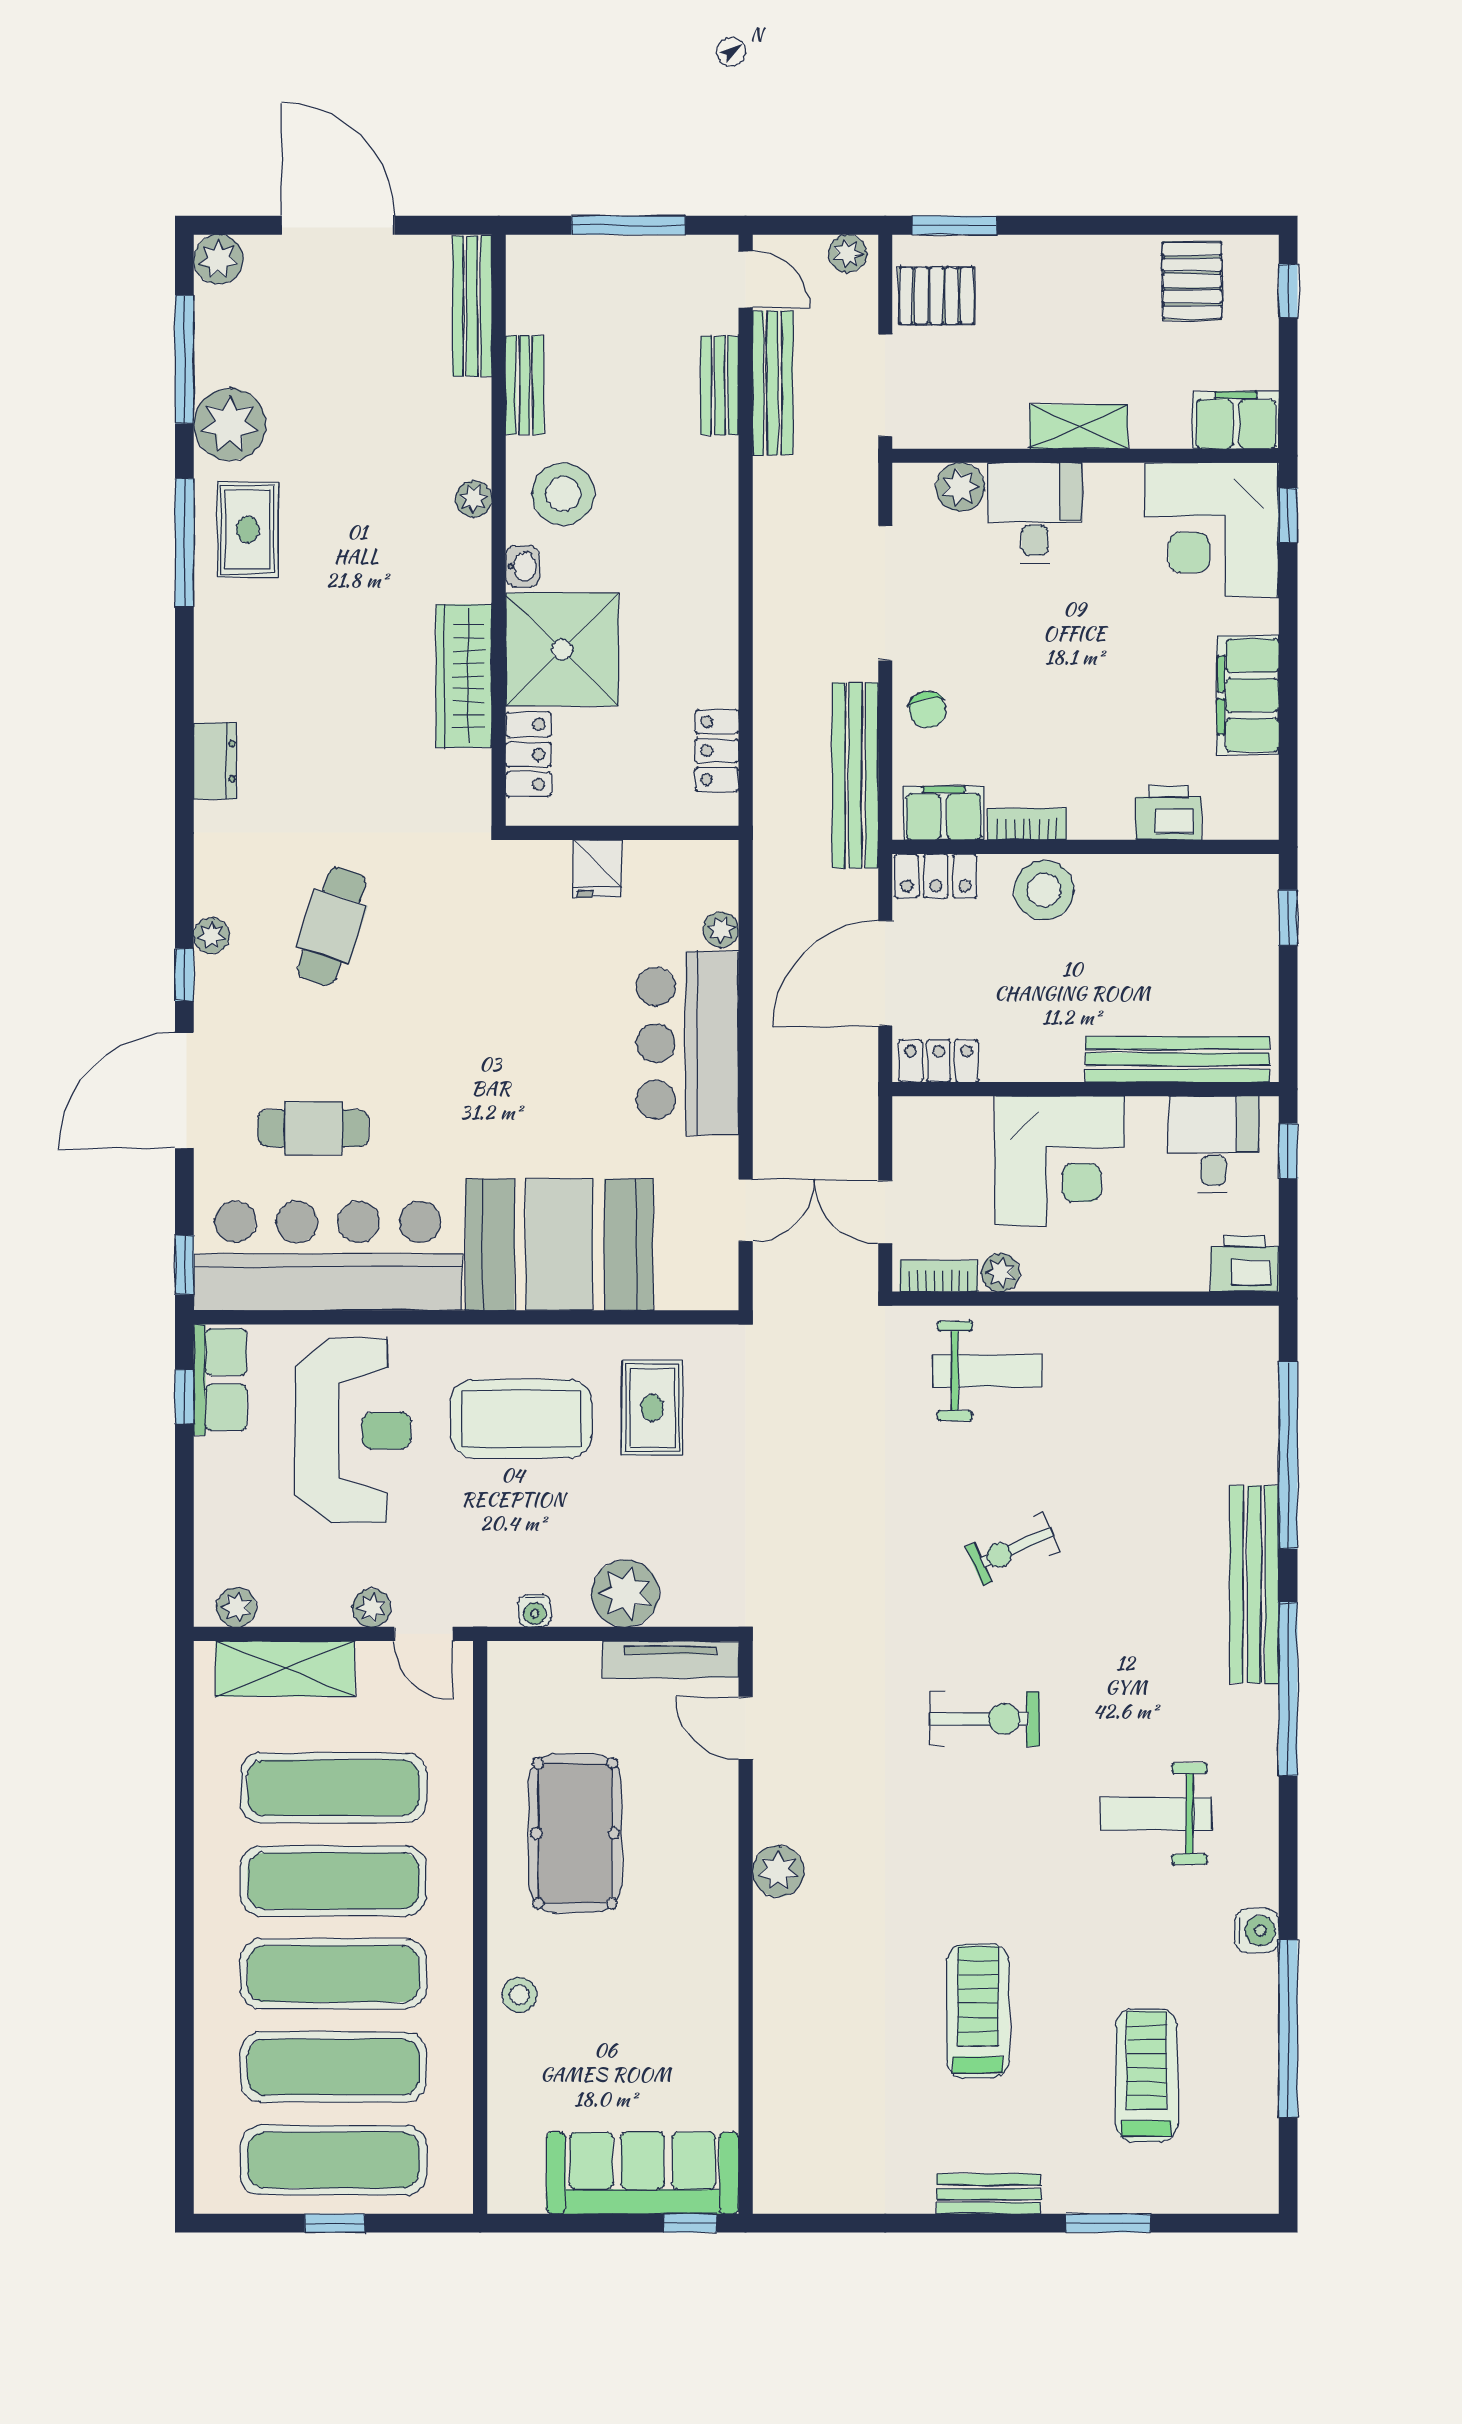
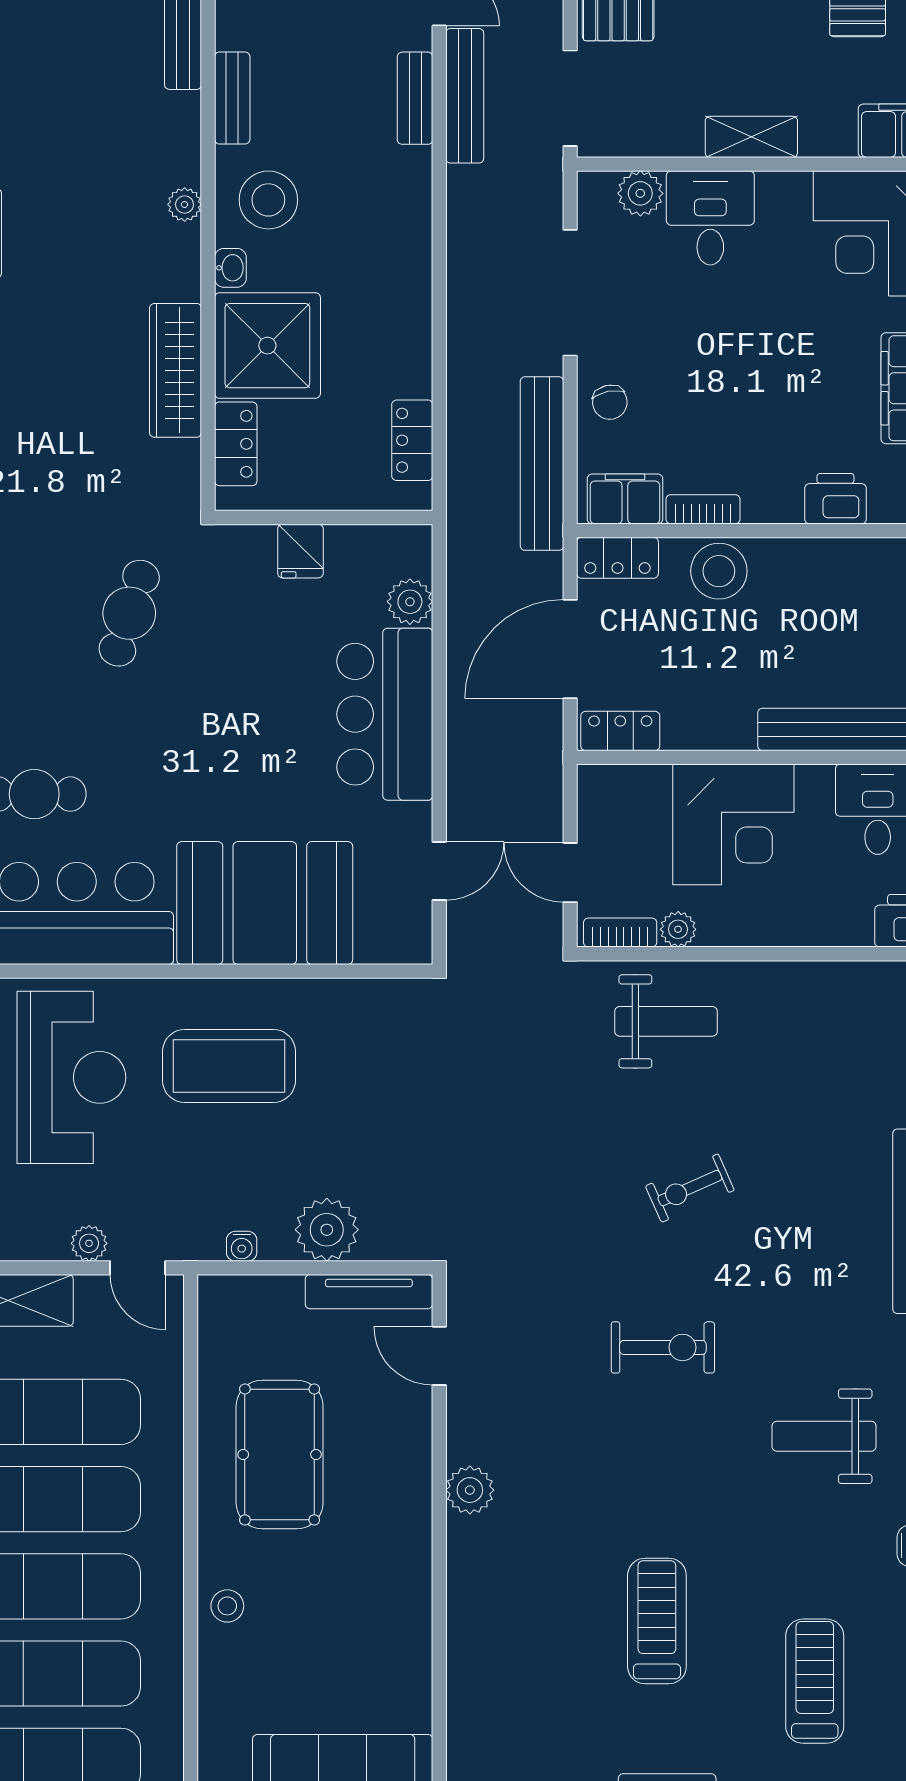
cafe table: (332, 926) -> (129, 613), moved
plant: (721, 930) -> (410, 602), width x1.38, depth x1.38
rug: (652, 1408) -> (352, 1056), removed

